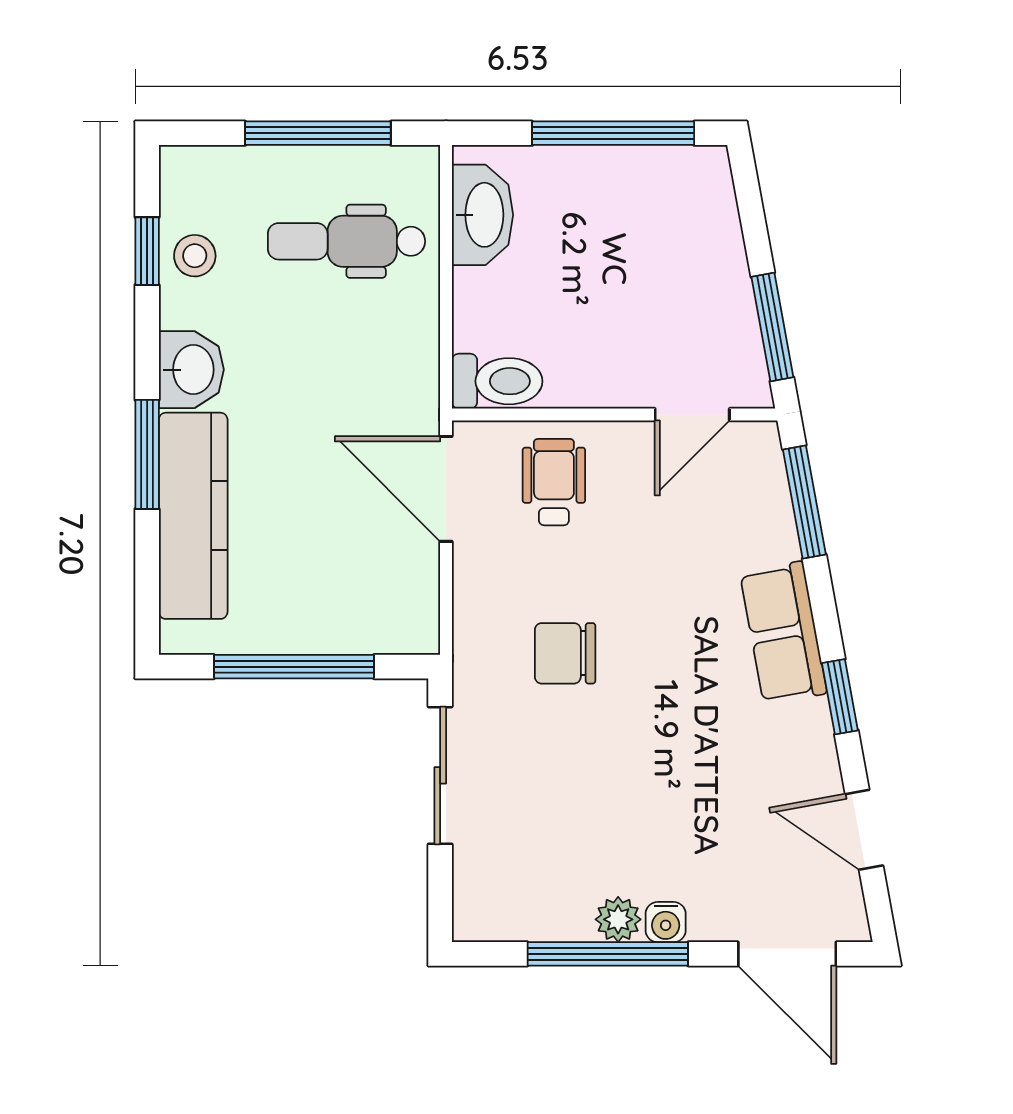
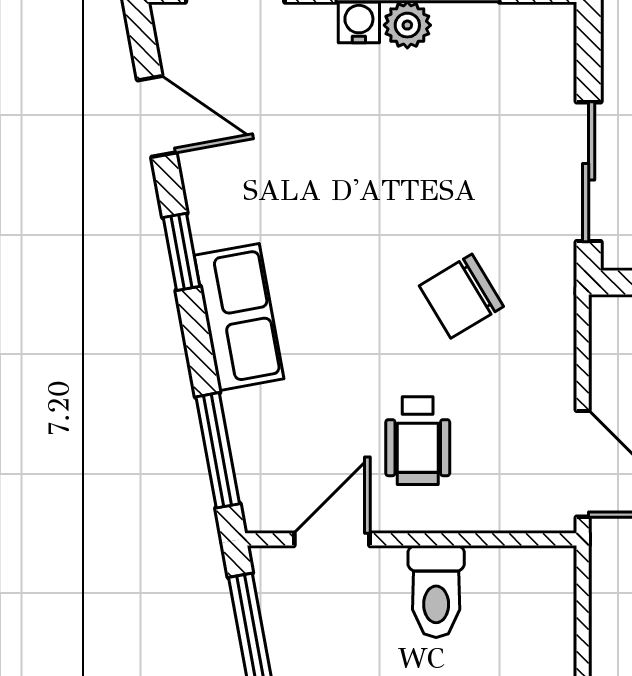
toilet: (497, 381) -> (436, 591), moved, turned -90
wheelchair: (554, 482) -> (418, 441), moved
chair: (565, 653) -> (461, 296), turned 149

